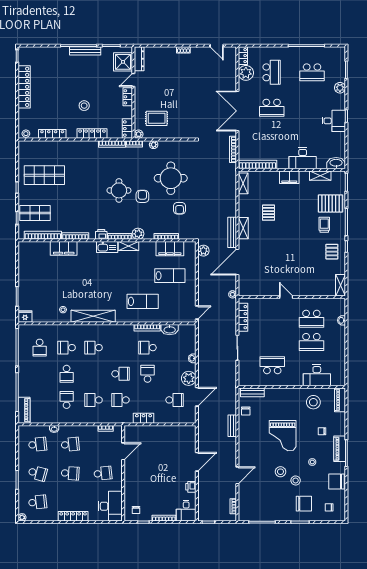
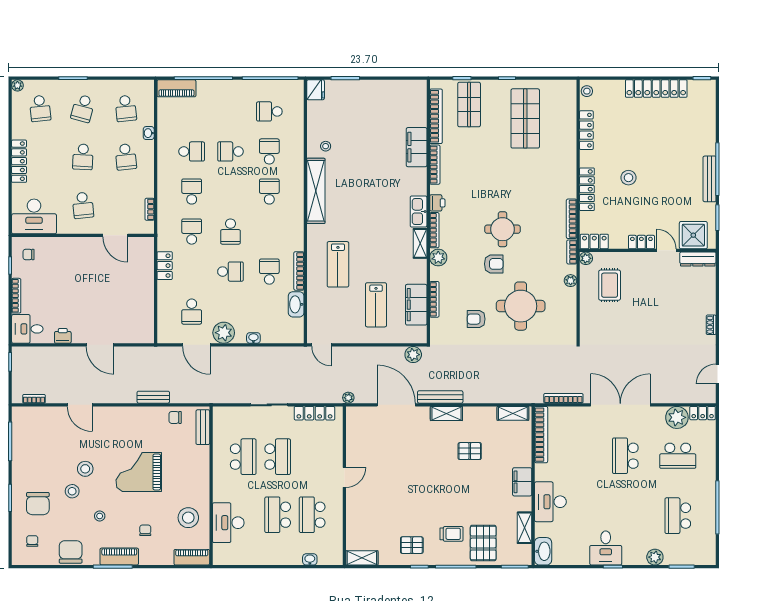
school desk: (272, 342) -> (278, 457), added

